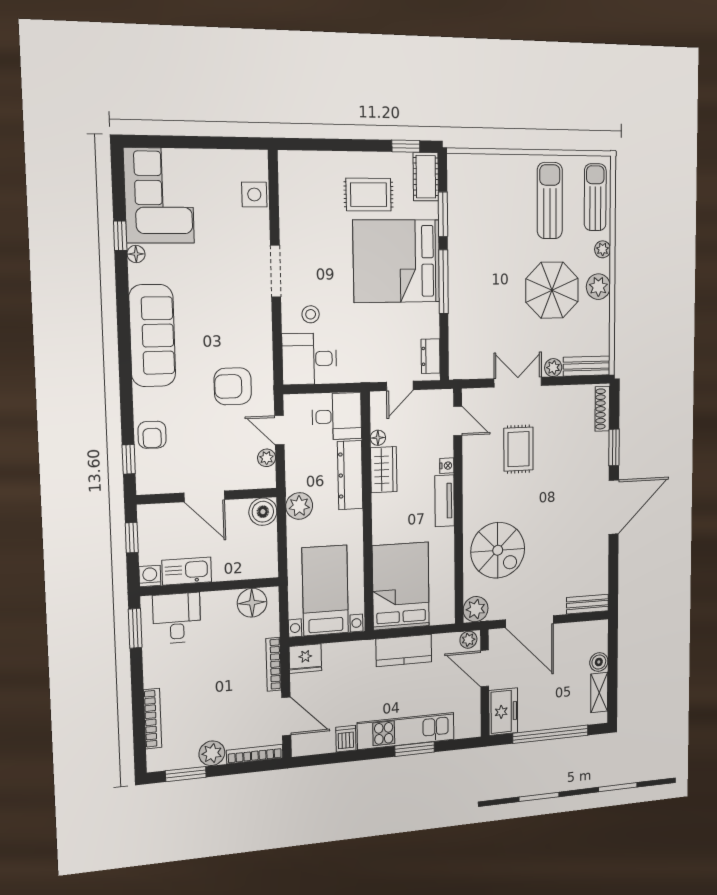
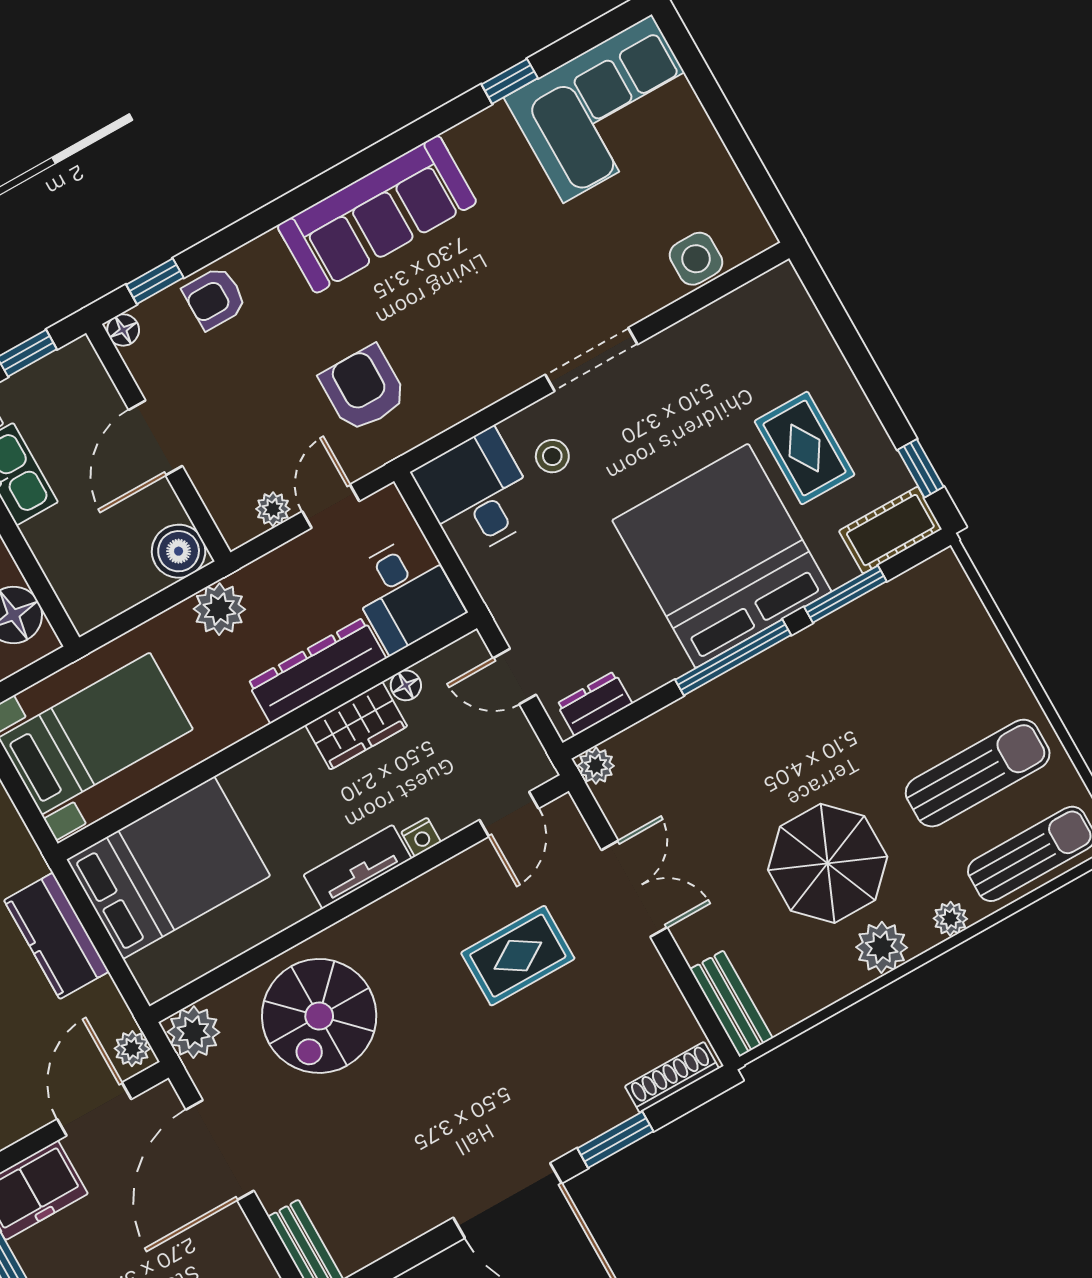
floor lamp: (136, 254) -> (123, 330), moved
plant: (553, 368) -> (596, 766), moved

